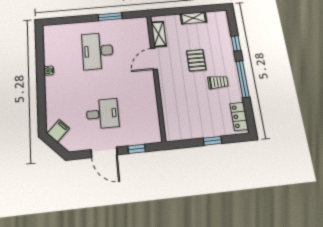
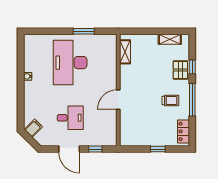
shelving: (193, 18) -> (170, 39), moved
desk: (98, 51) -> (70, 63), width x1.36, depth x1.30
door: (154, 59) -> (118, 100), moved
pallet: (196, 60) -> (180, 70), moved

